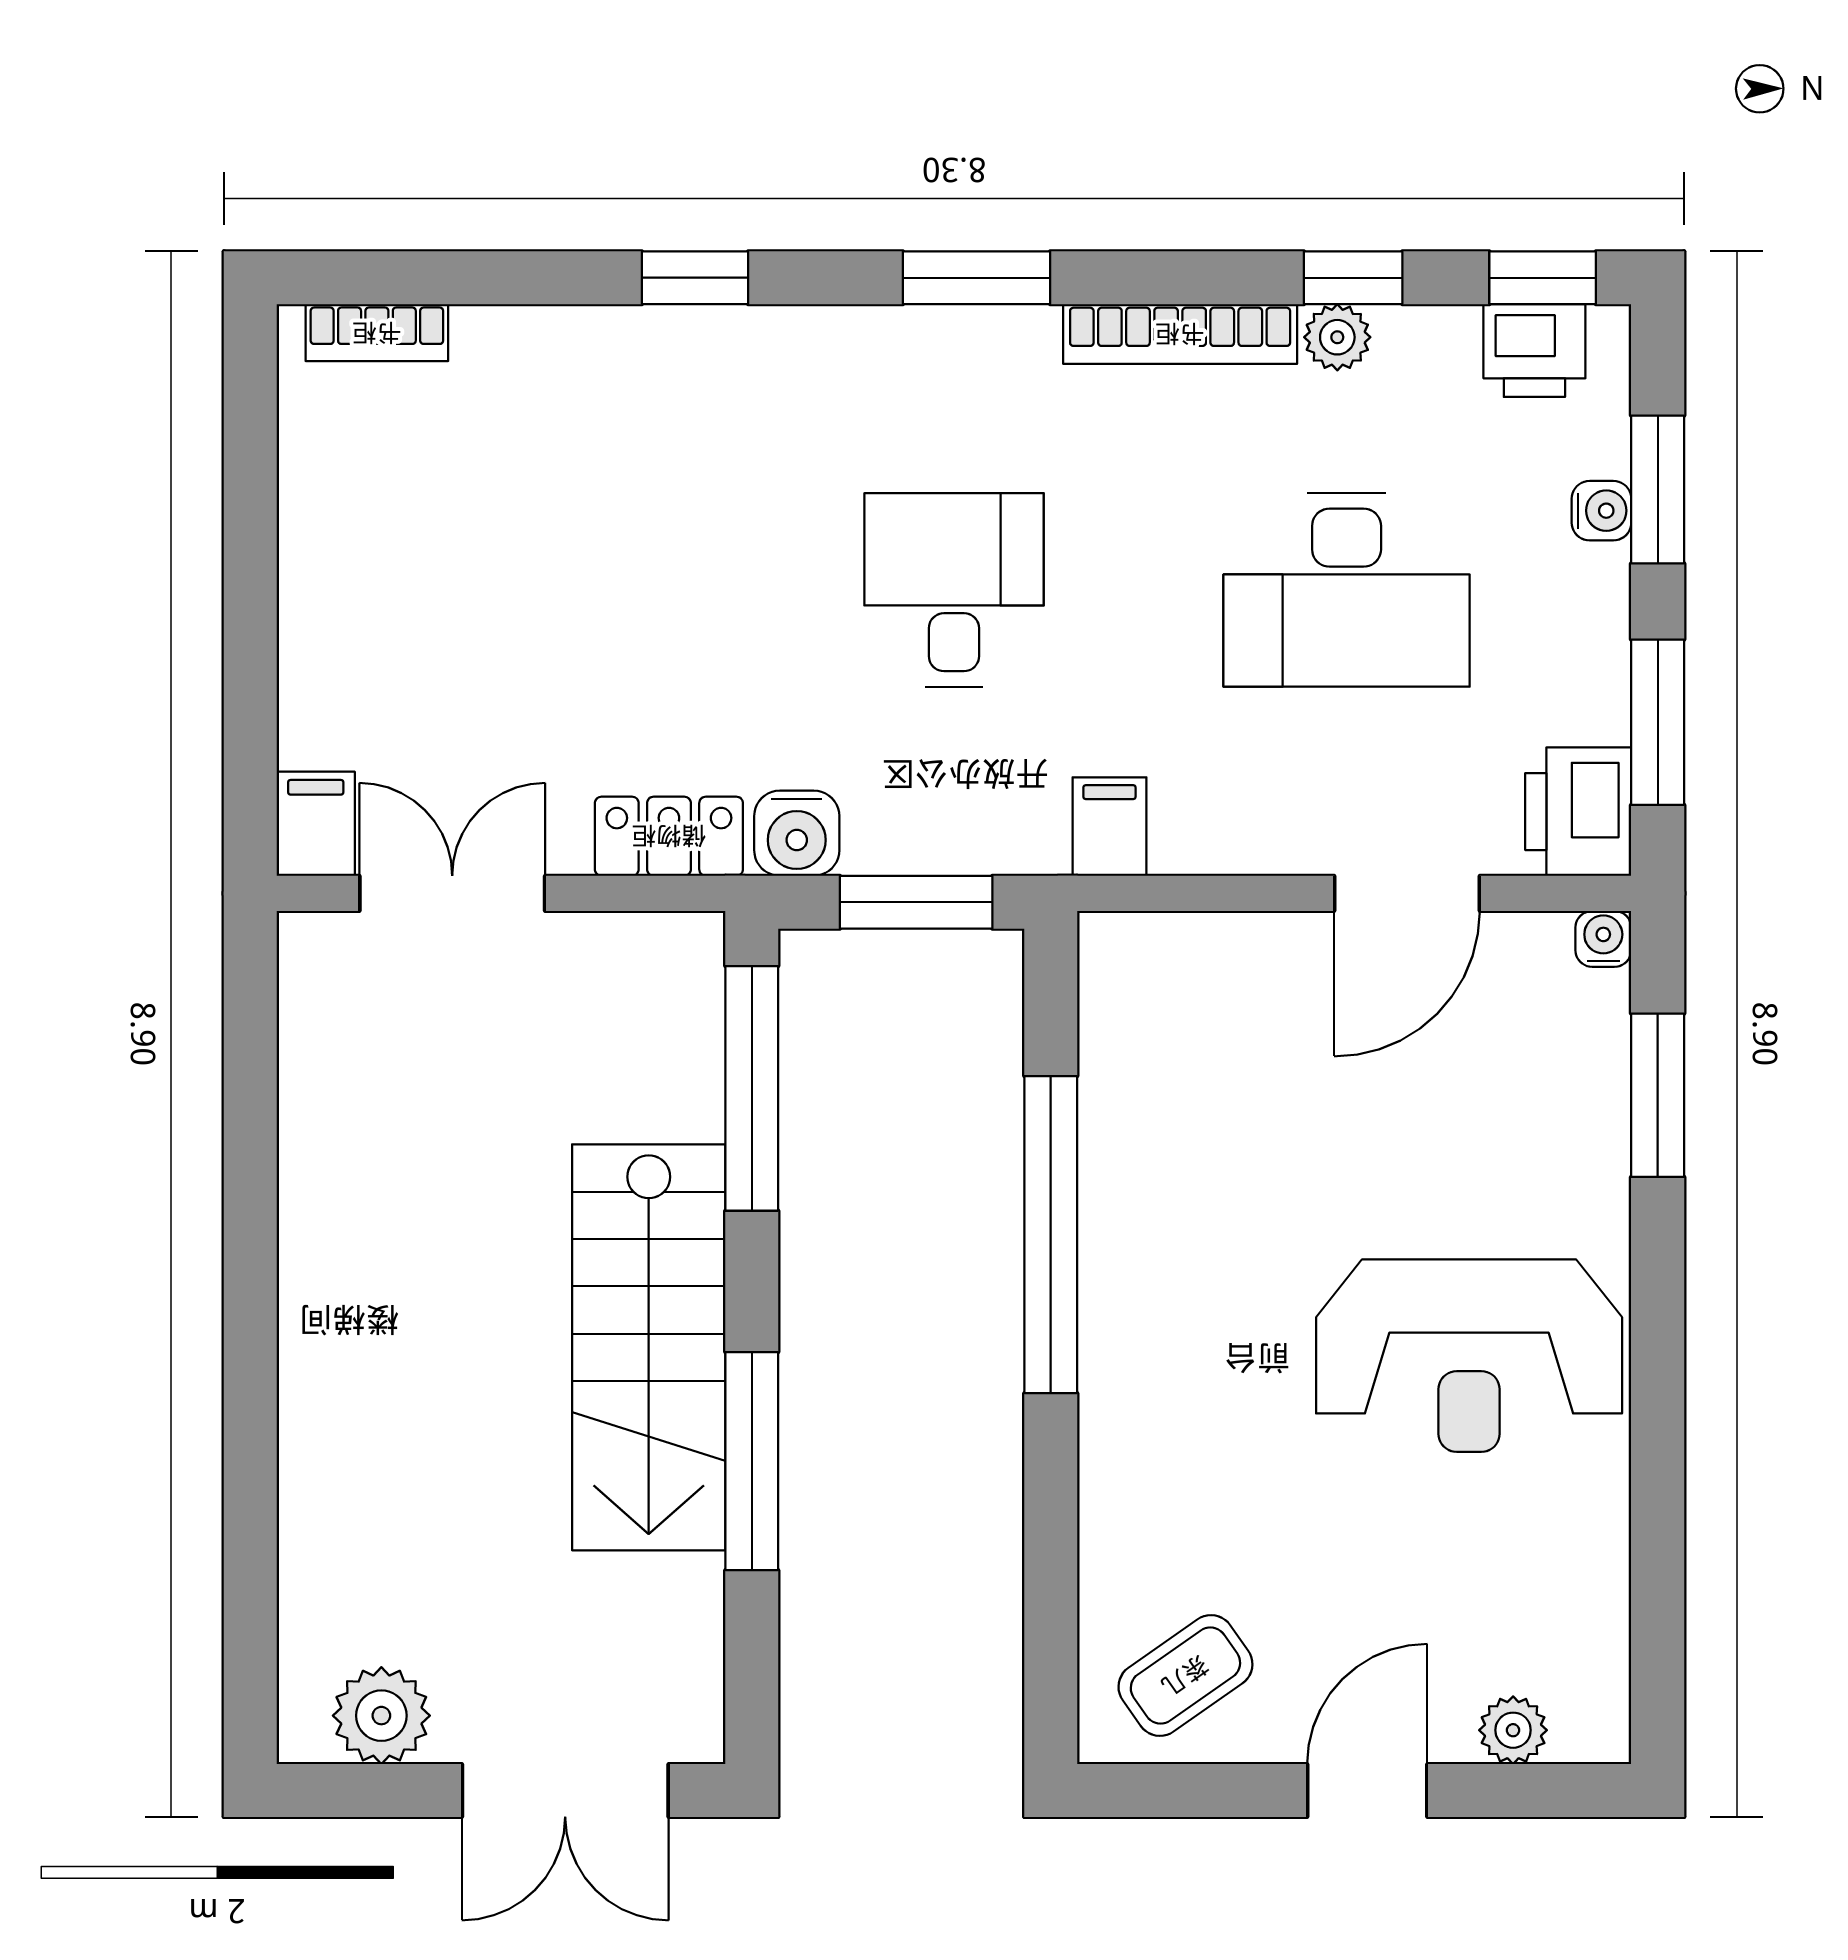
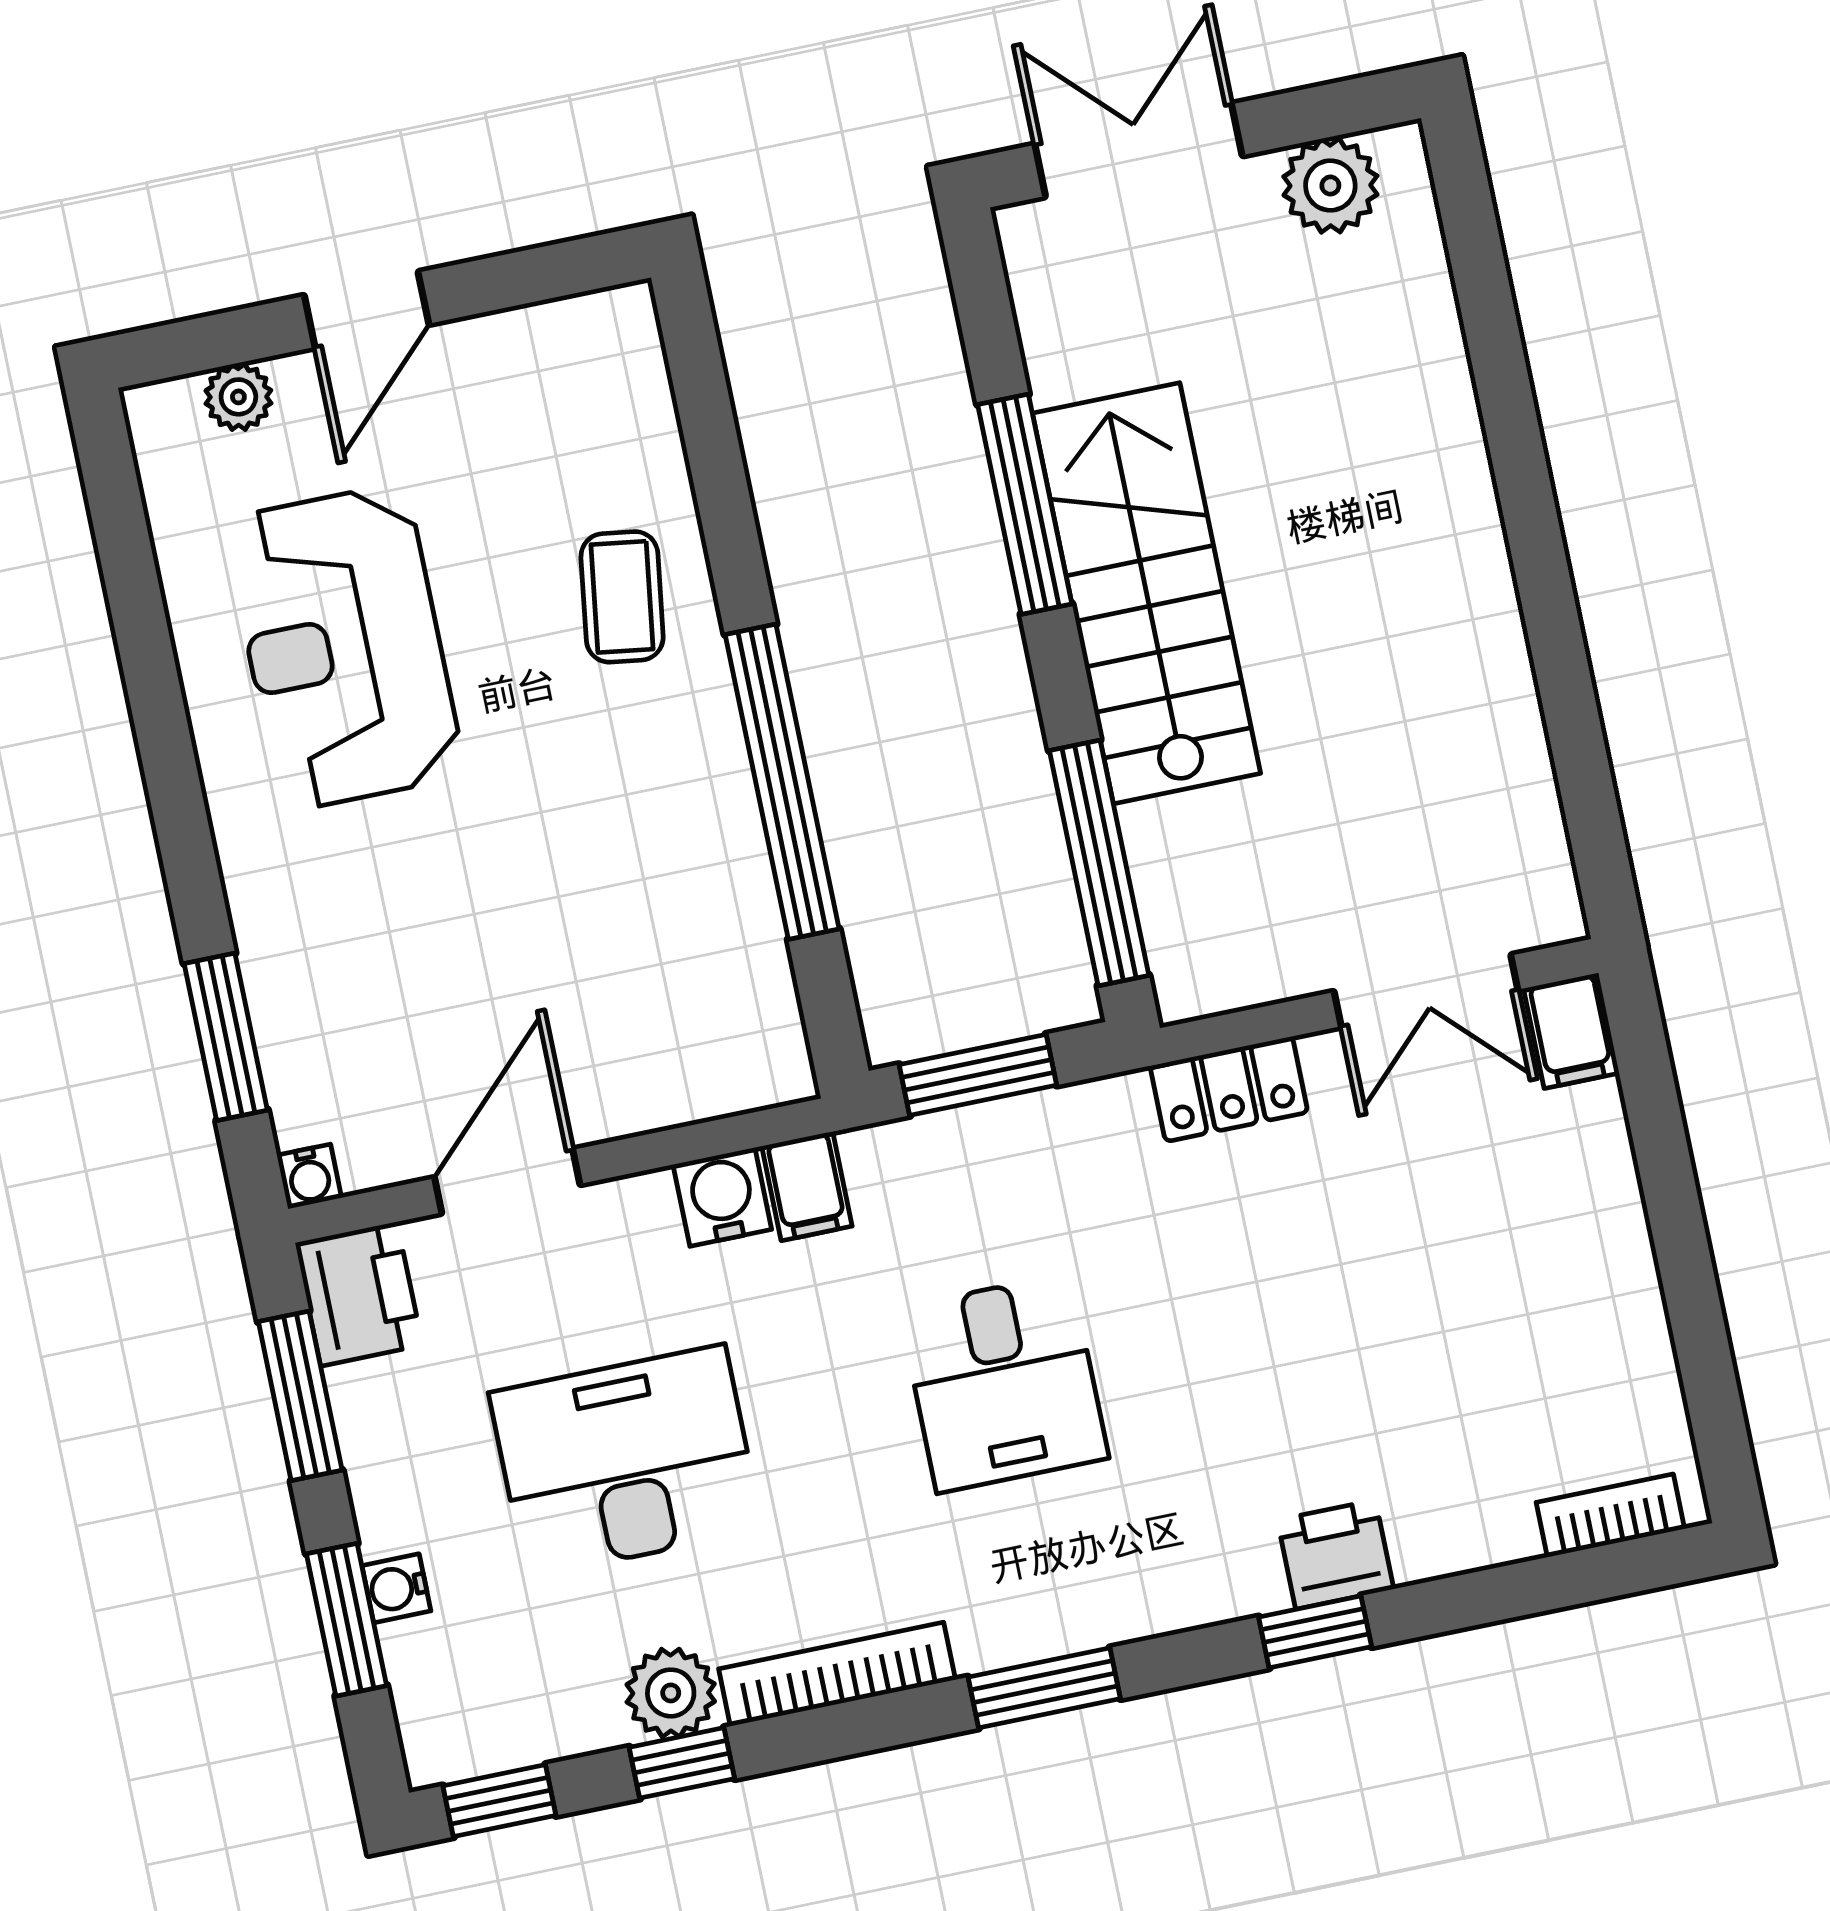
plant: (1337, 337) -> (671, 1693), width x1.38, depth x1.38
printer: (1534, 350) -> (1336, 1555), moved
water cooler: (797, 833) -> (722, 1197), moved
reception desk: (1469, 1356) -> (344, 647), moved, turned -90
coffee table: (1185, 1676) -> (622, 597), moved, turned -47

